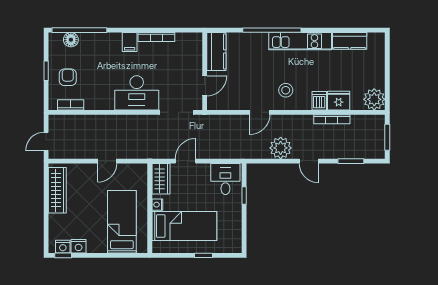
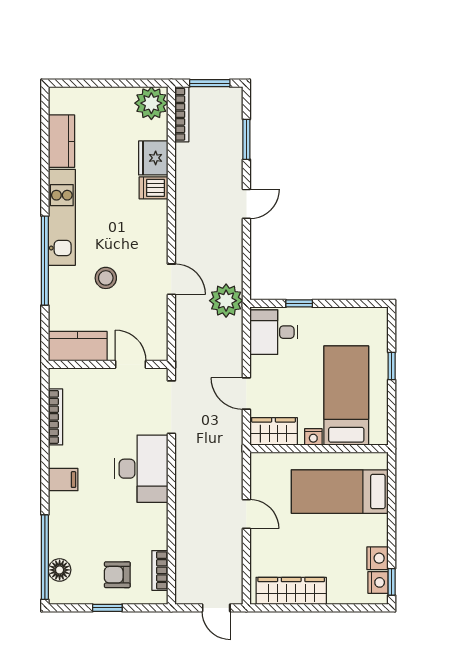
bookcase: (156, 37) -> (55, 417), moved
stool: (286, 90) -> (106, 278), moved
bookcase: (332, 119) -> (182, 114), moved
plant: (281, 148) -> (226, 301), moved

